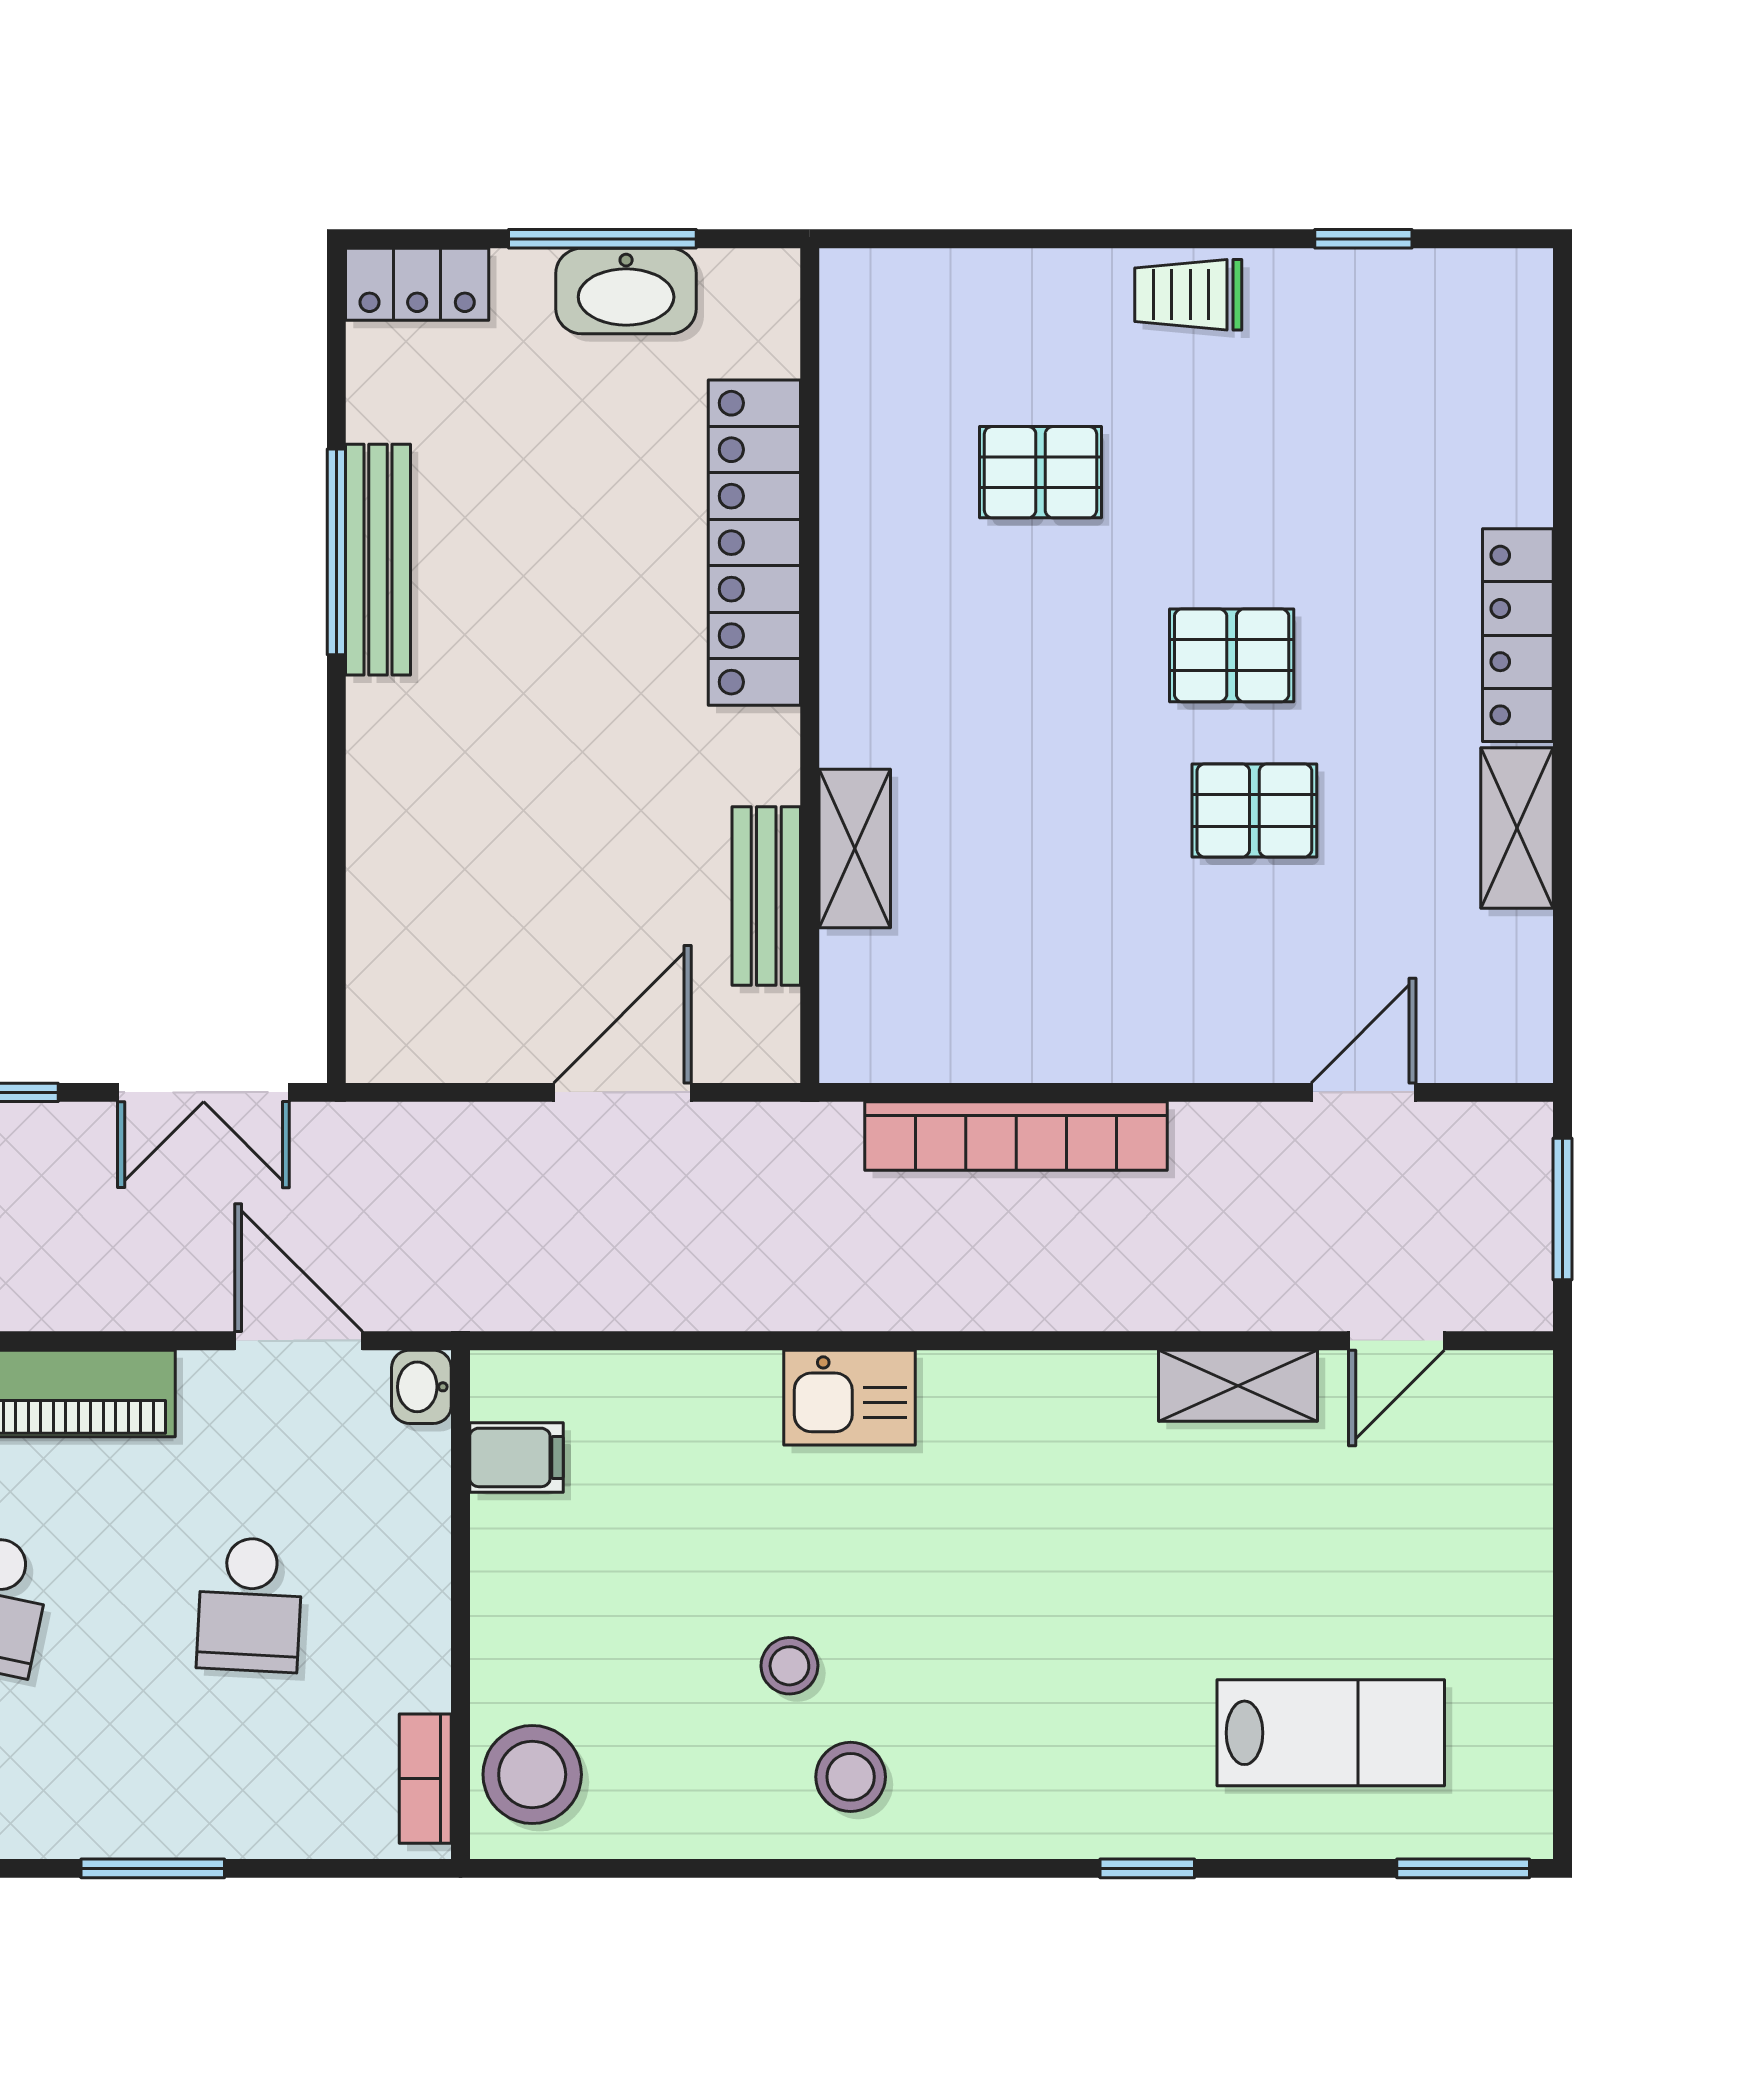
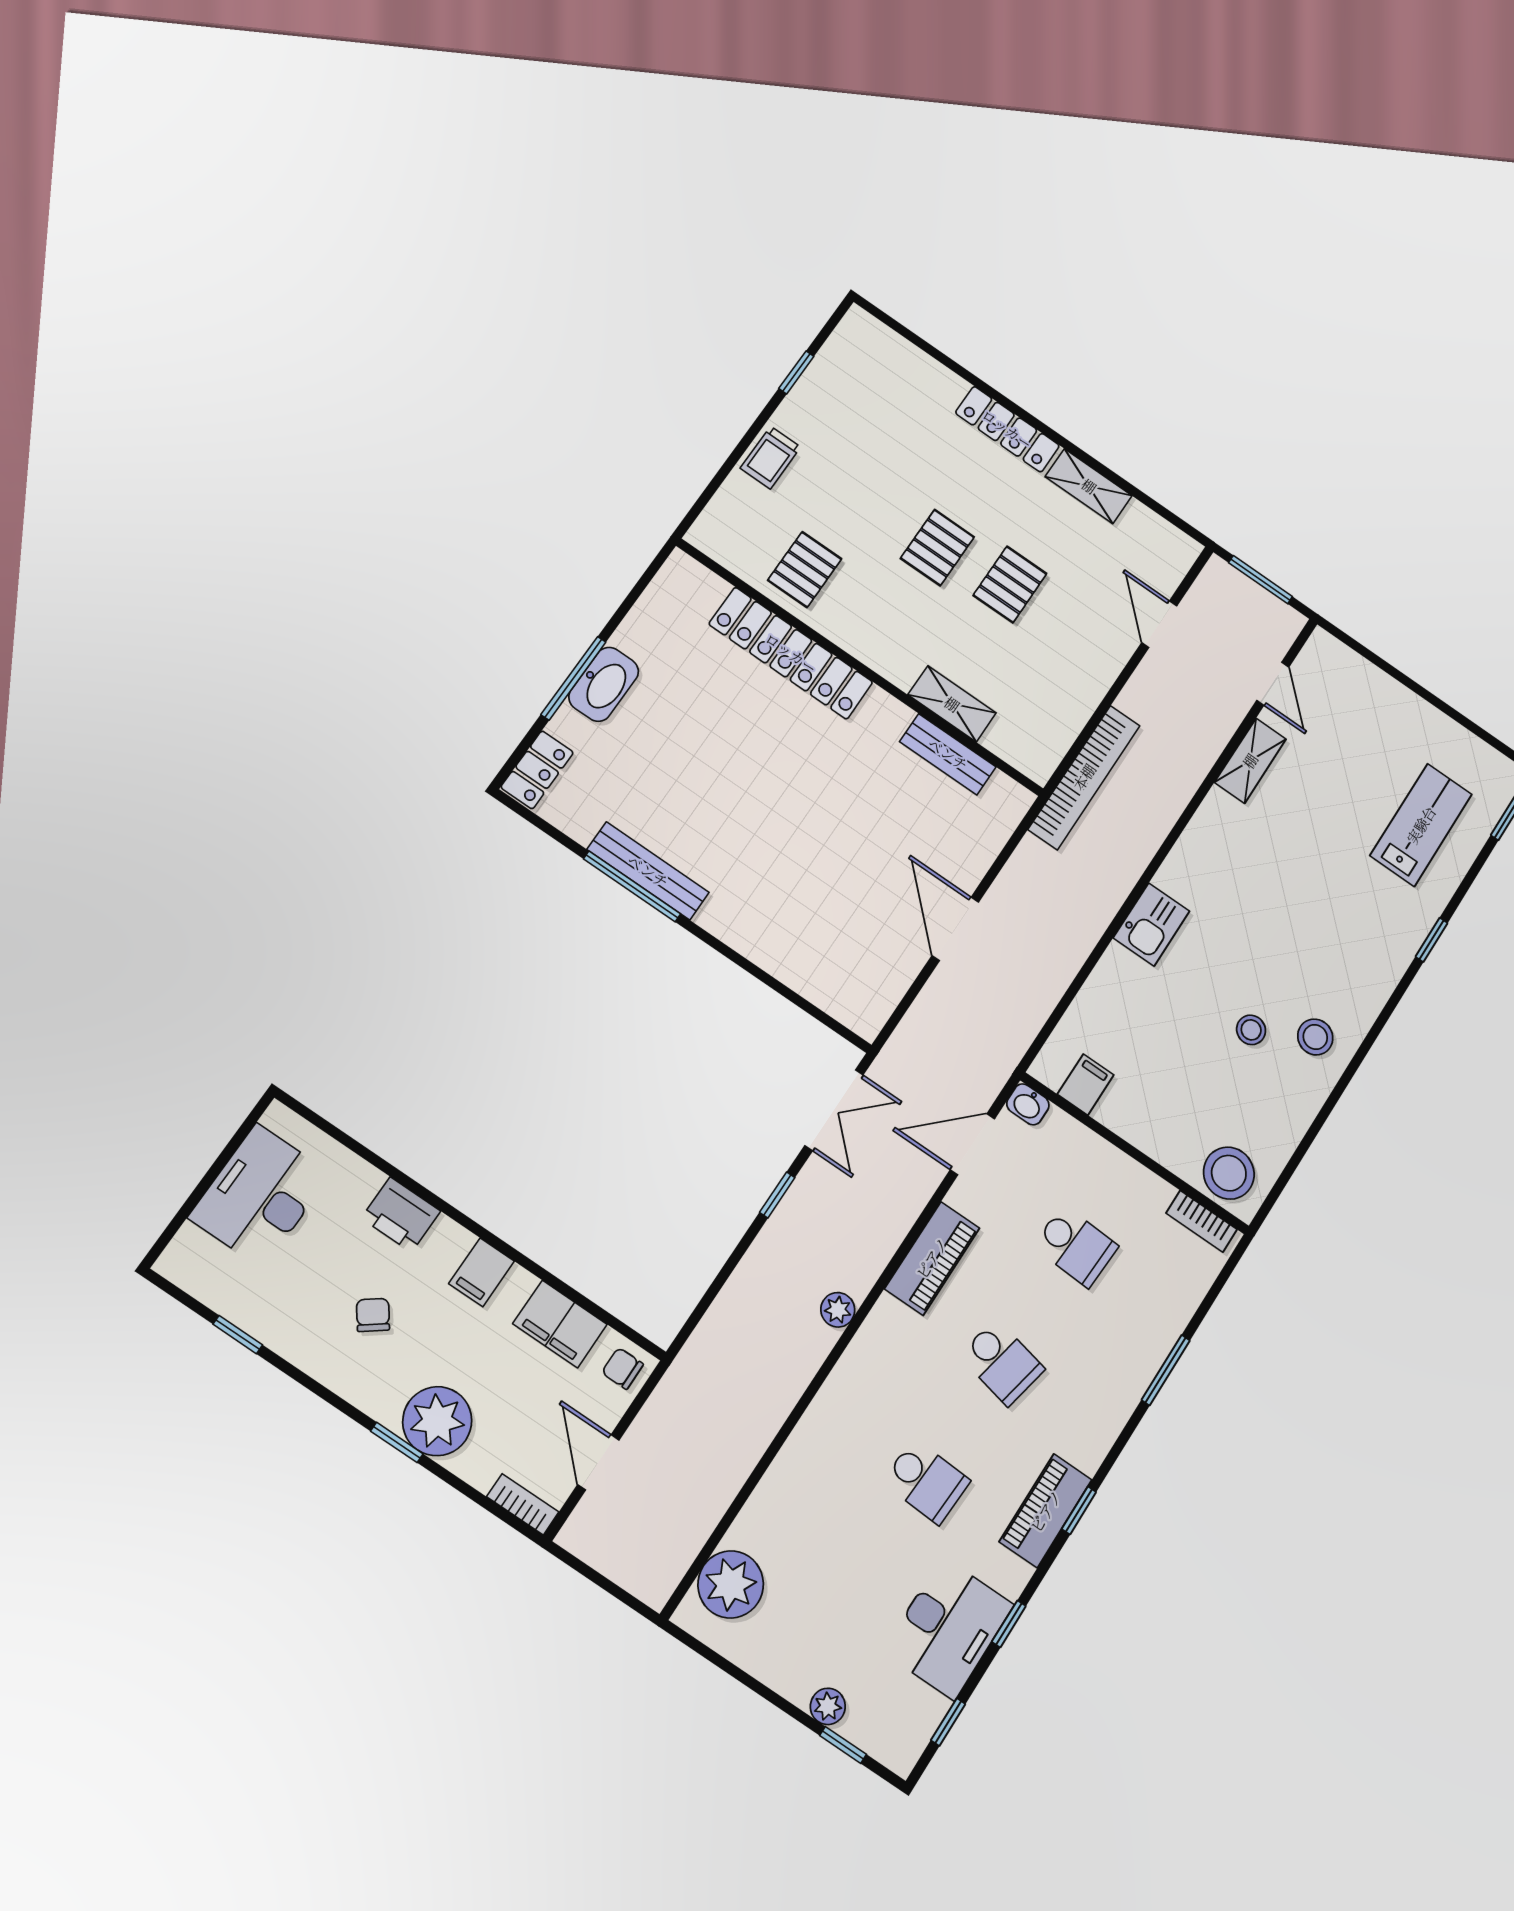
locker: (754, 543) -> (791, 653), moved
wall: (810, 666) -> (860, 667), moved
shelving: (855, 849) -> (952, 704), moved
bench: (766, 896) -> (948, 754), moved

